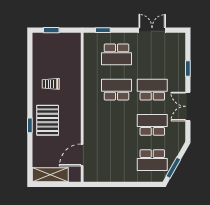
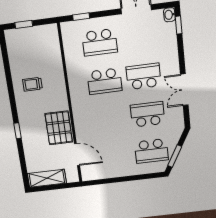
washbasin: (181, 39) -> (169, 15), added
window: (188, 68) -> (179, 25), moved
school desk: (117, 90) -> (105, 81), turned 180
pallet: (48, 120) -> (59, 128), moved
door: (82, 155) -> (77, 155), swing flipped

